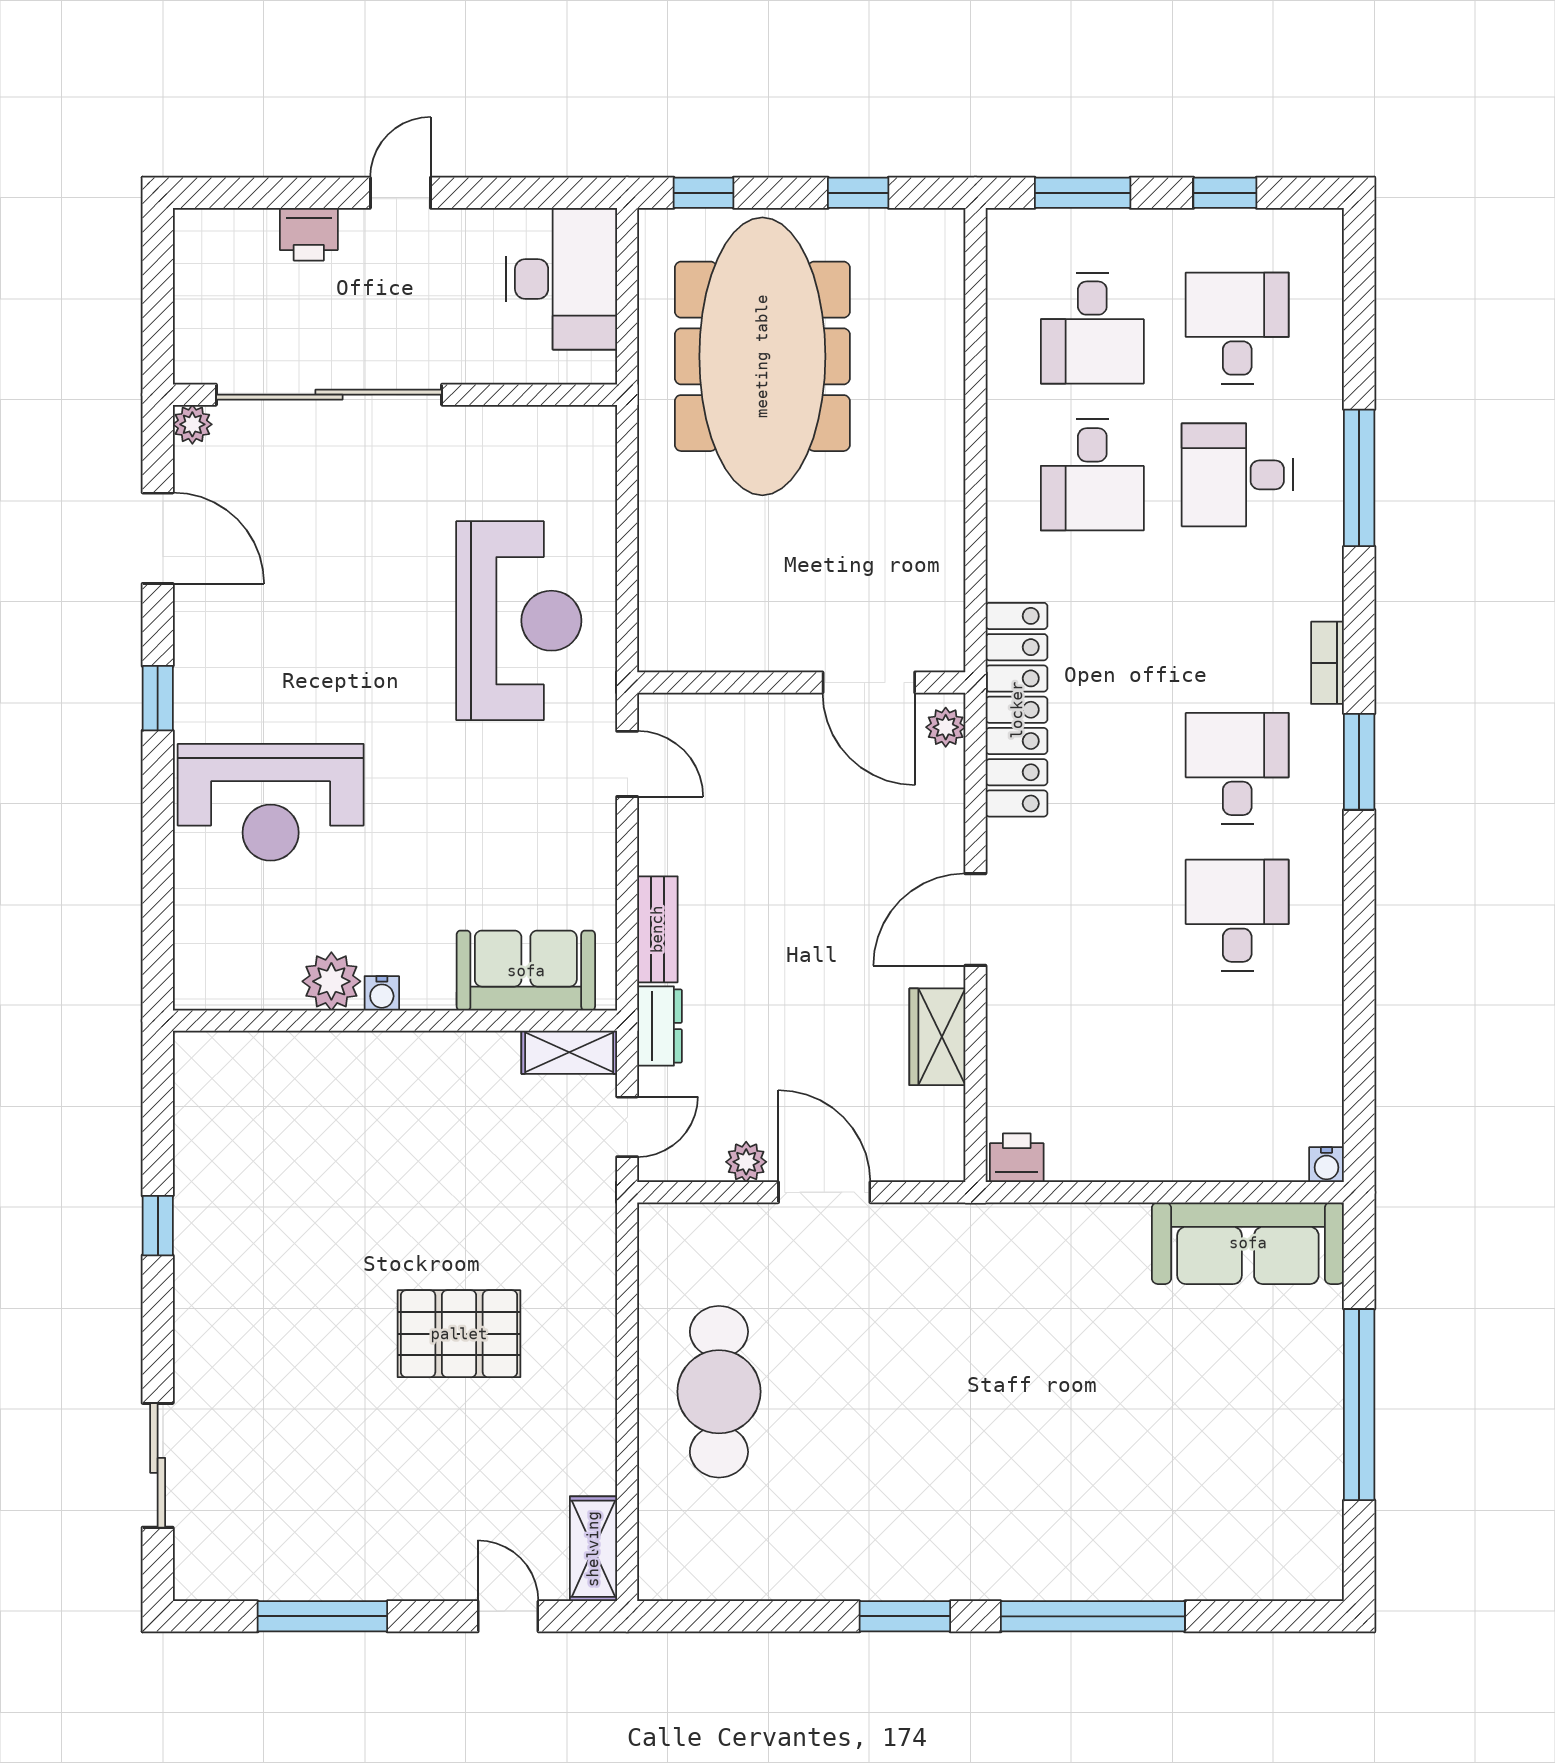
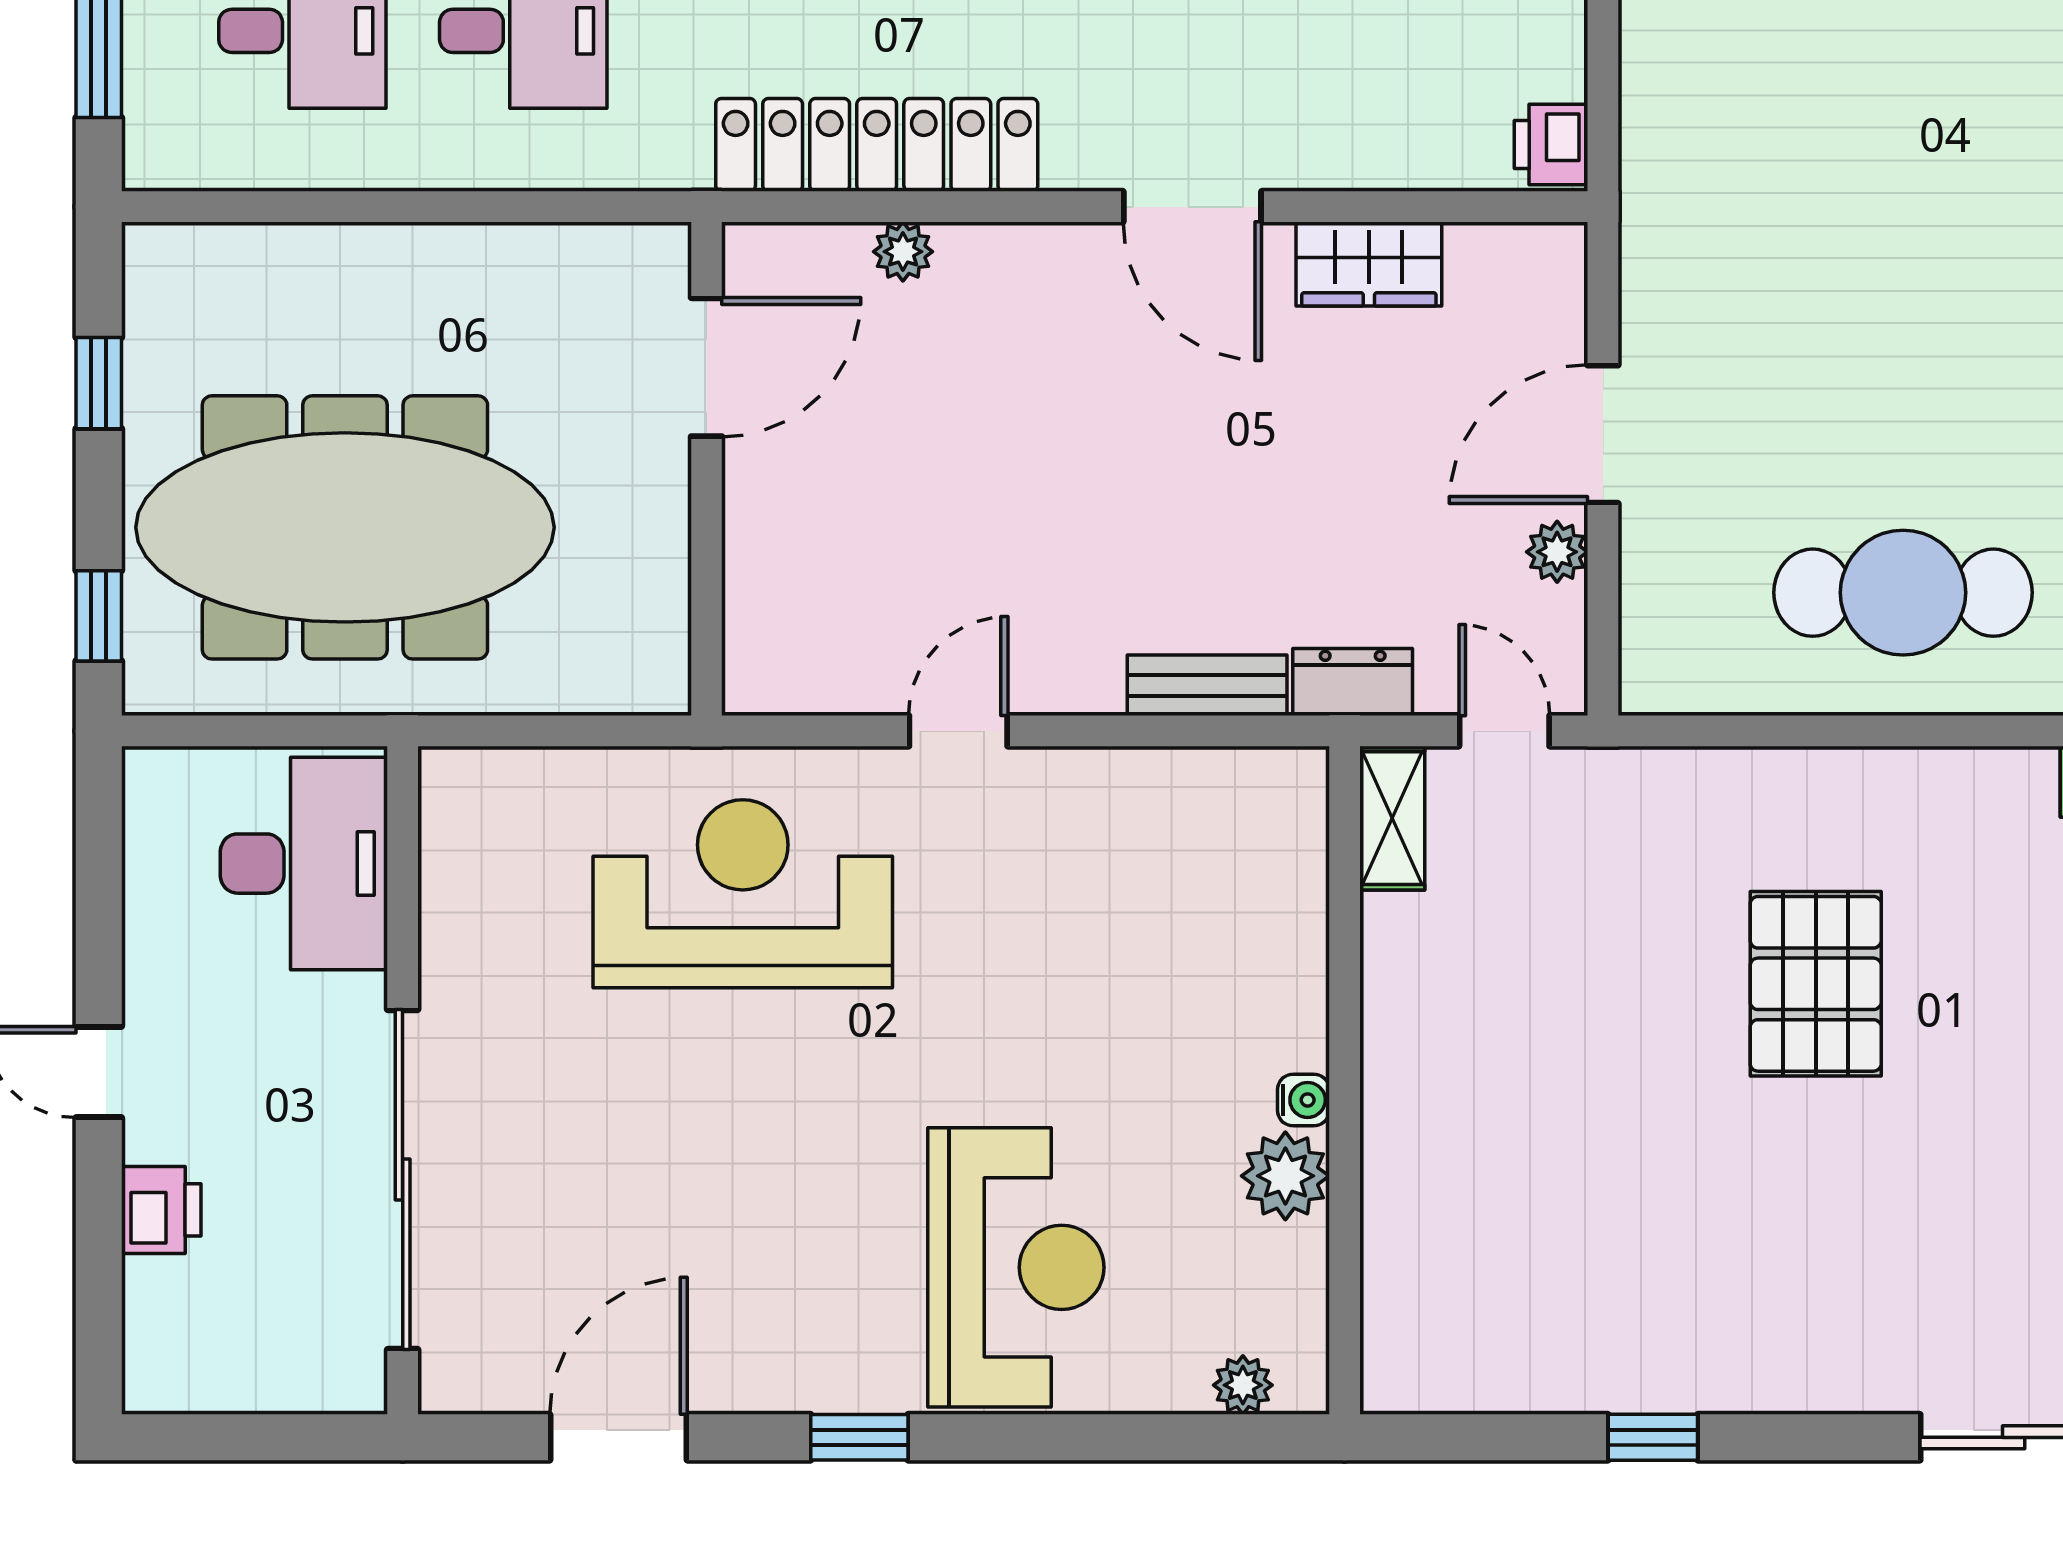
desk: (562, 279) -> (304, 864), moved, turned 90
plant: (192, 424) -> (1243, 1385), moved
wall: (801, 682) -> (706, 469), moved
door: (869, 682) -> (706, 367), moved
sofa: (526, 971) -> (1269, 883), removed

